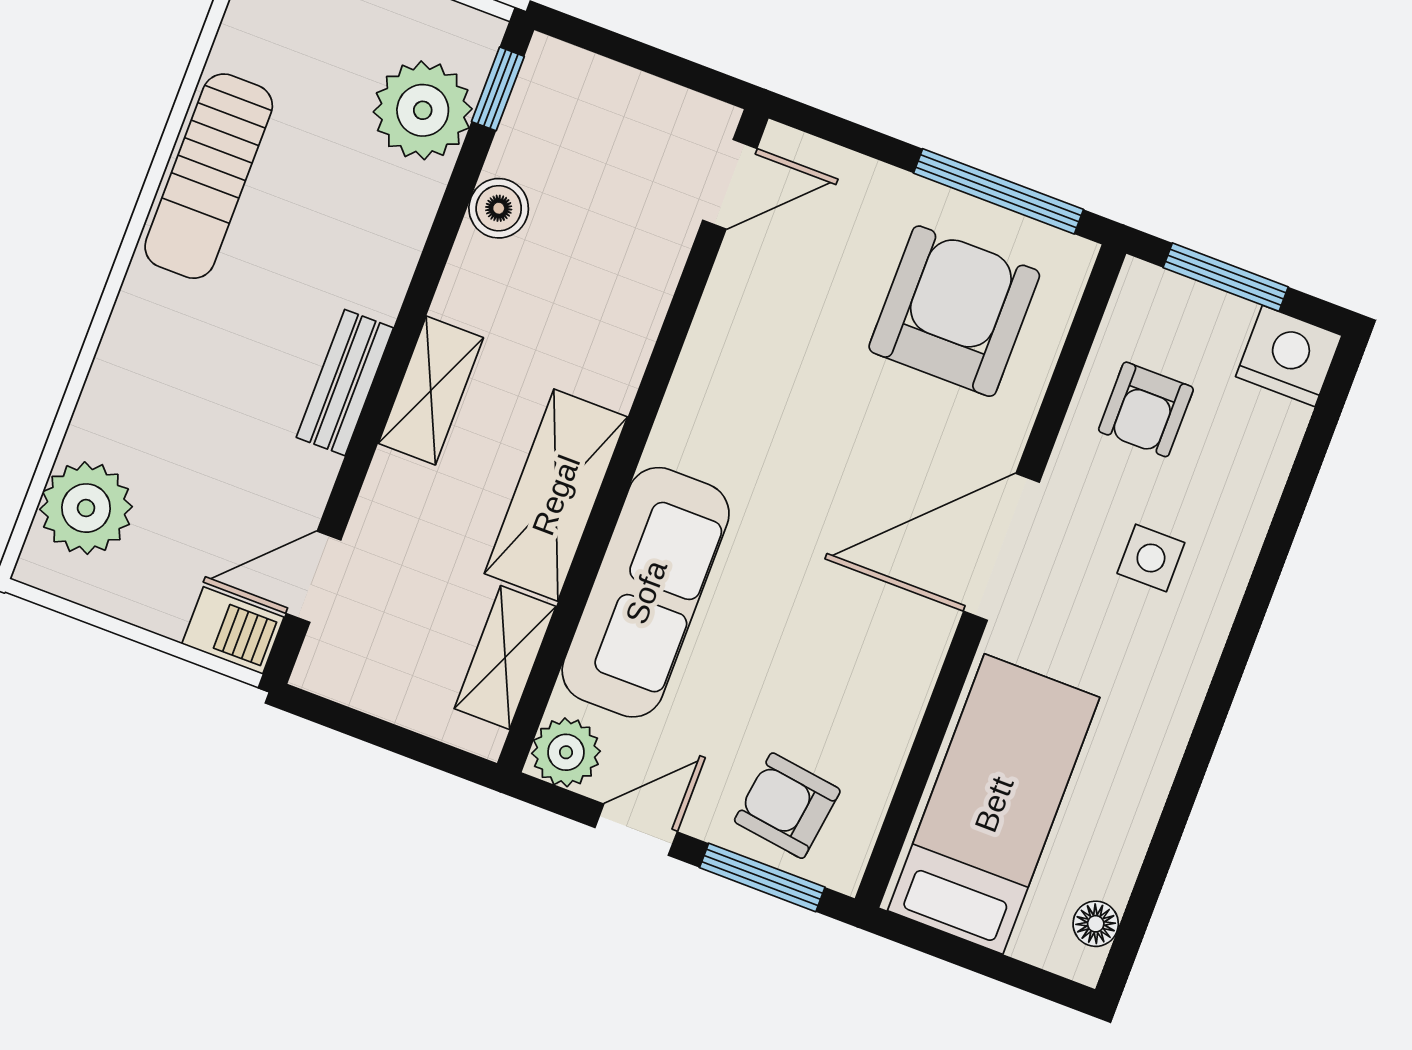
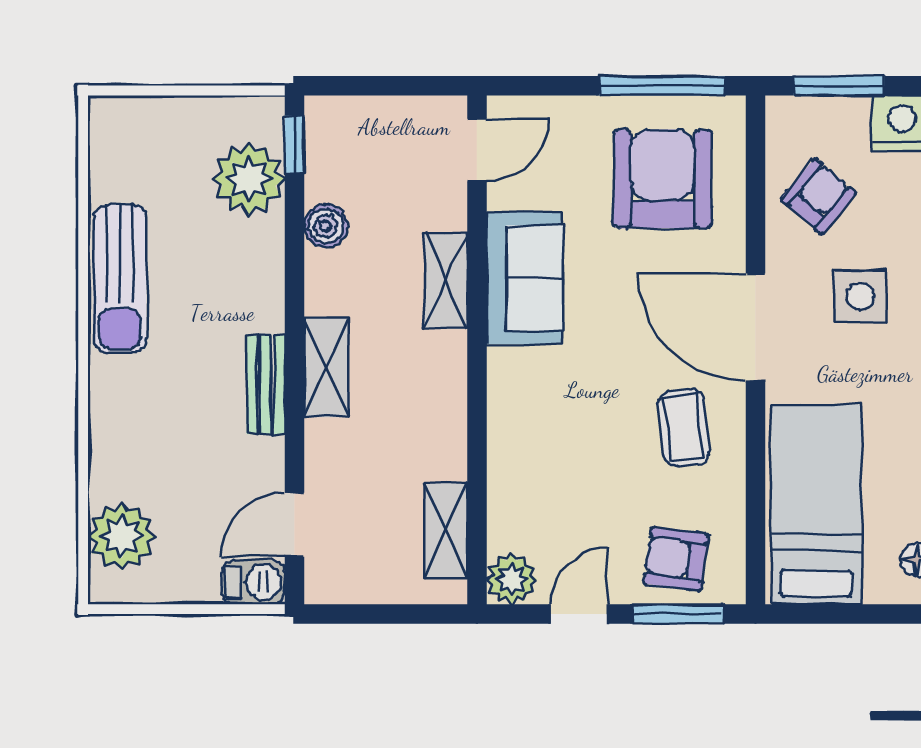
armchair: (1146, 409) -> (818, 196), turned -140
shelving: (556, 495) -> (446, 281), moved, width x0.67, depth x0.75
door: (1002, 547) -> (755, 327), hinge flipped
side table: (1151, 558) -> (860, 296), width x1.37, depth x1.37
sofa: (646, 592) -> (525, 278), moved, width x0.73
coffee table: (861, 641) -> (684, 427), added

